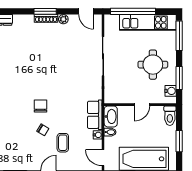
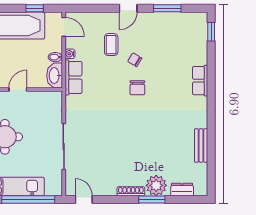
window: (45, 11) -> (152, 199), moved
plant: (63, 19) -> (156, 185), moved, width x1.88, depth x1.88

